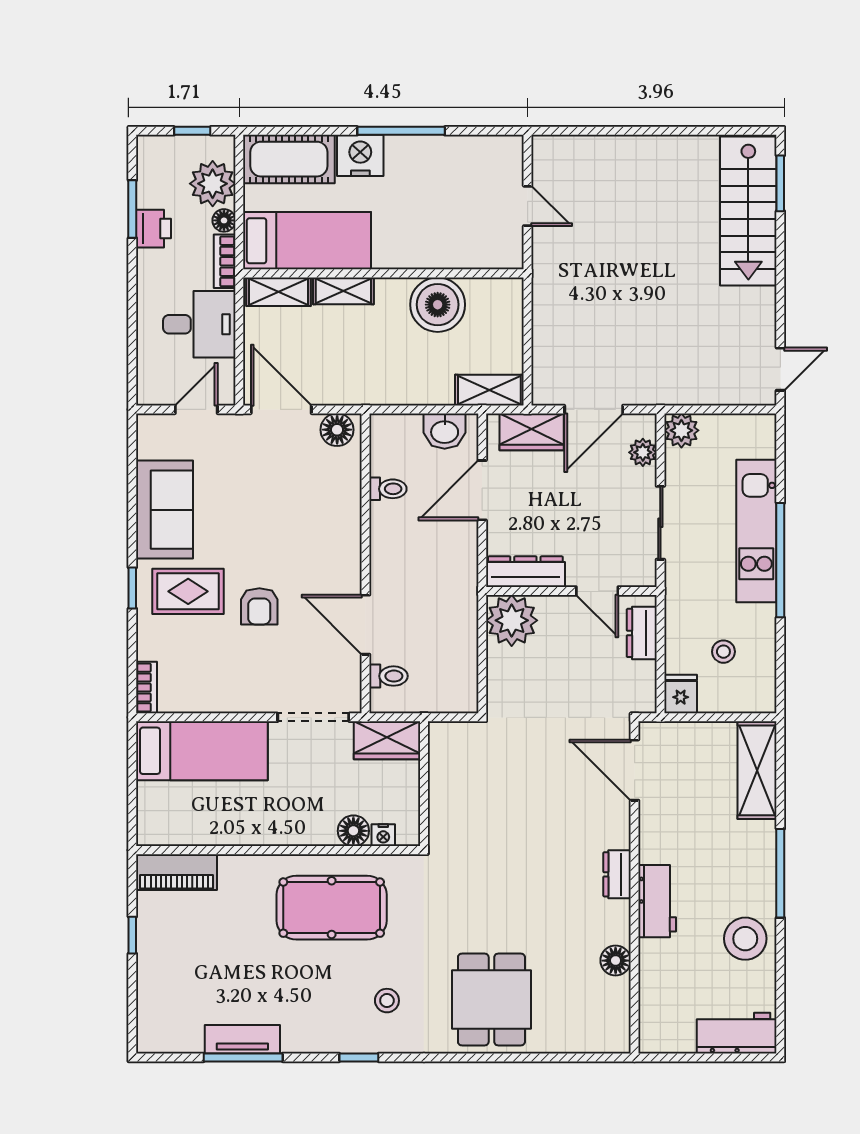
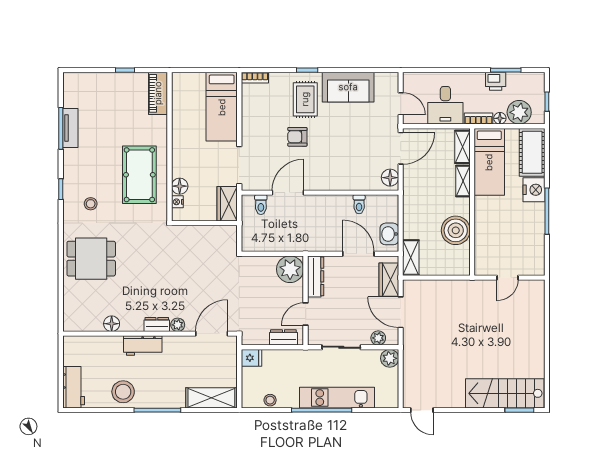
stool: (723, 652) -> (270, 400), moved
plant: (618, 835) -> (178, 325), added

